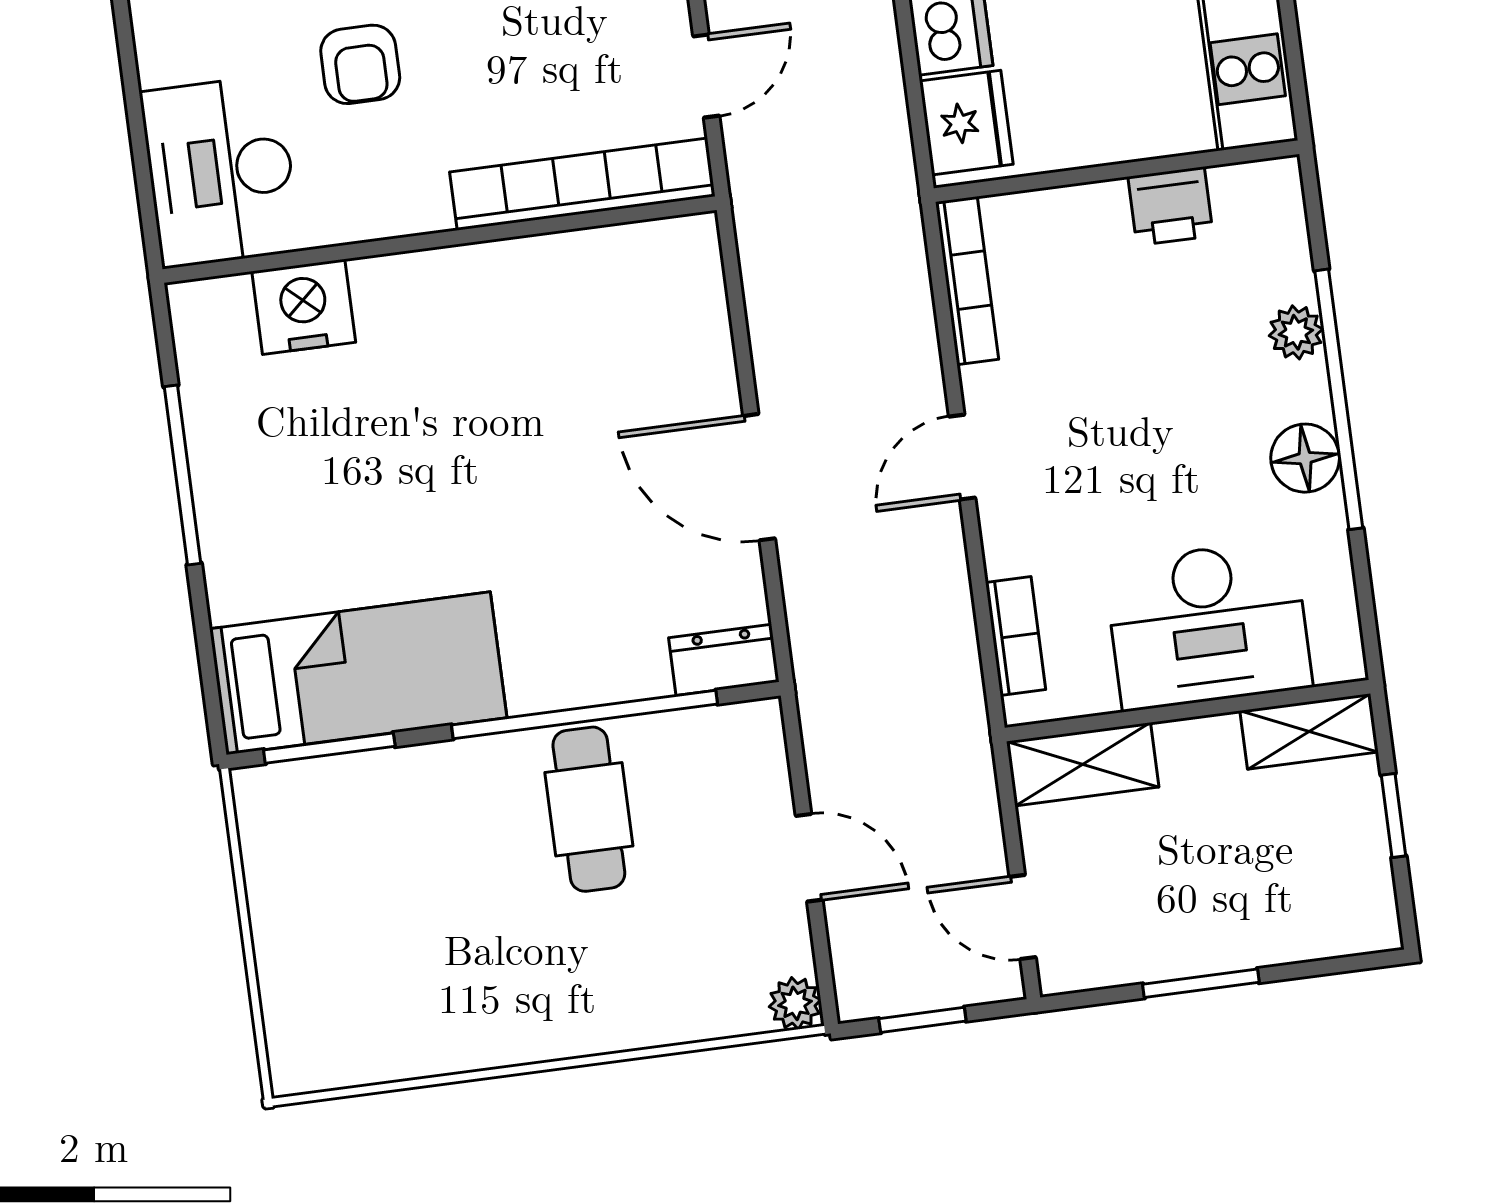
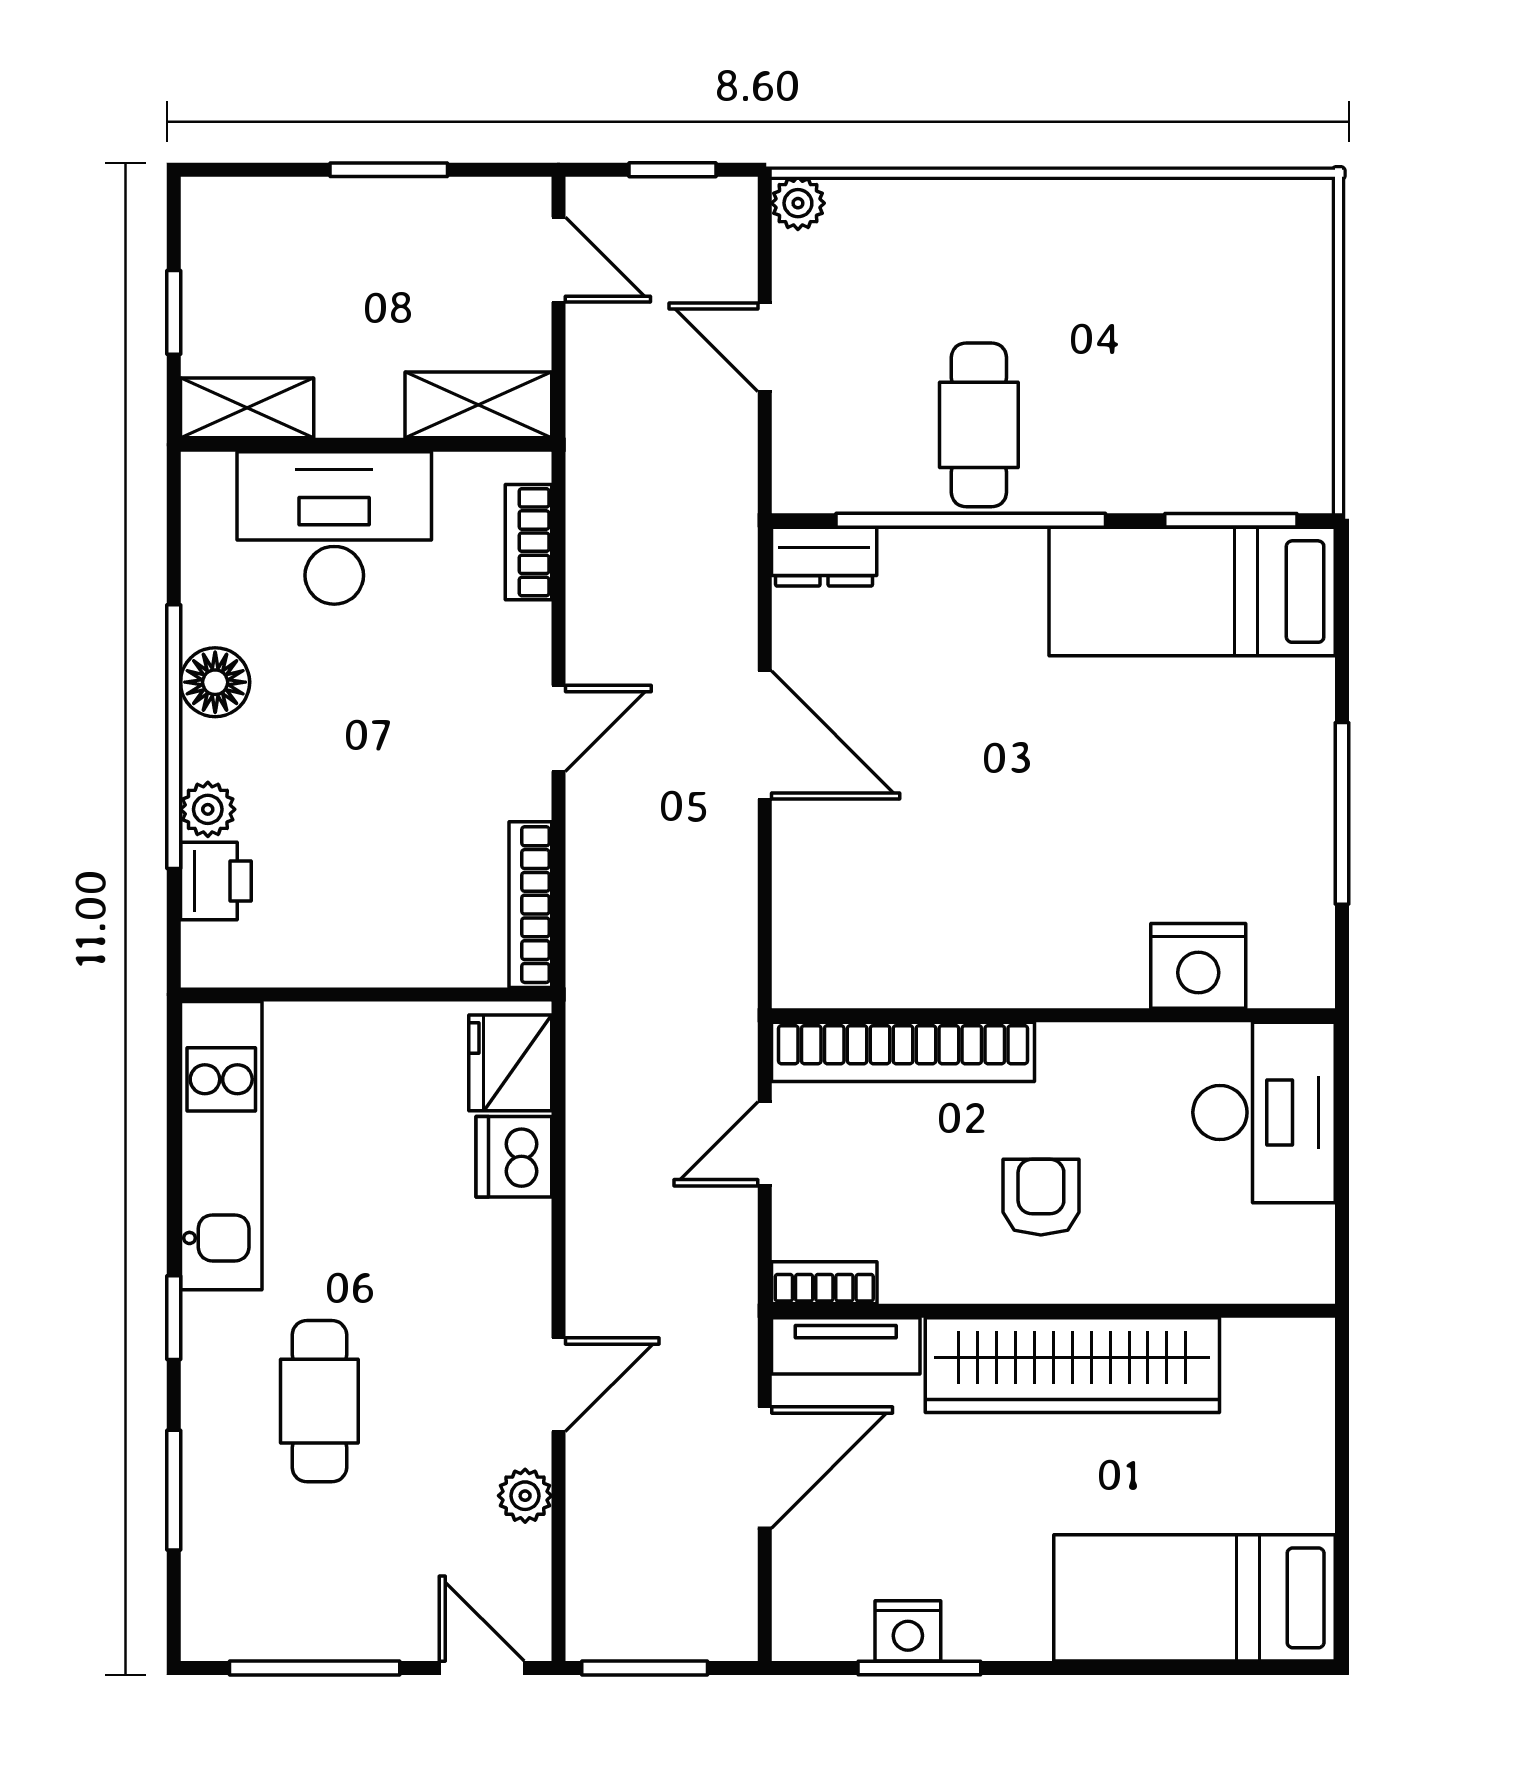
armchair: (360, 64) -> (1041, 1197), moved
printer: (1171, 206) -> (216, 881), moved, turned 90

